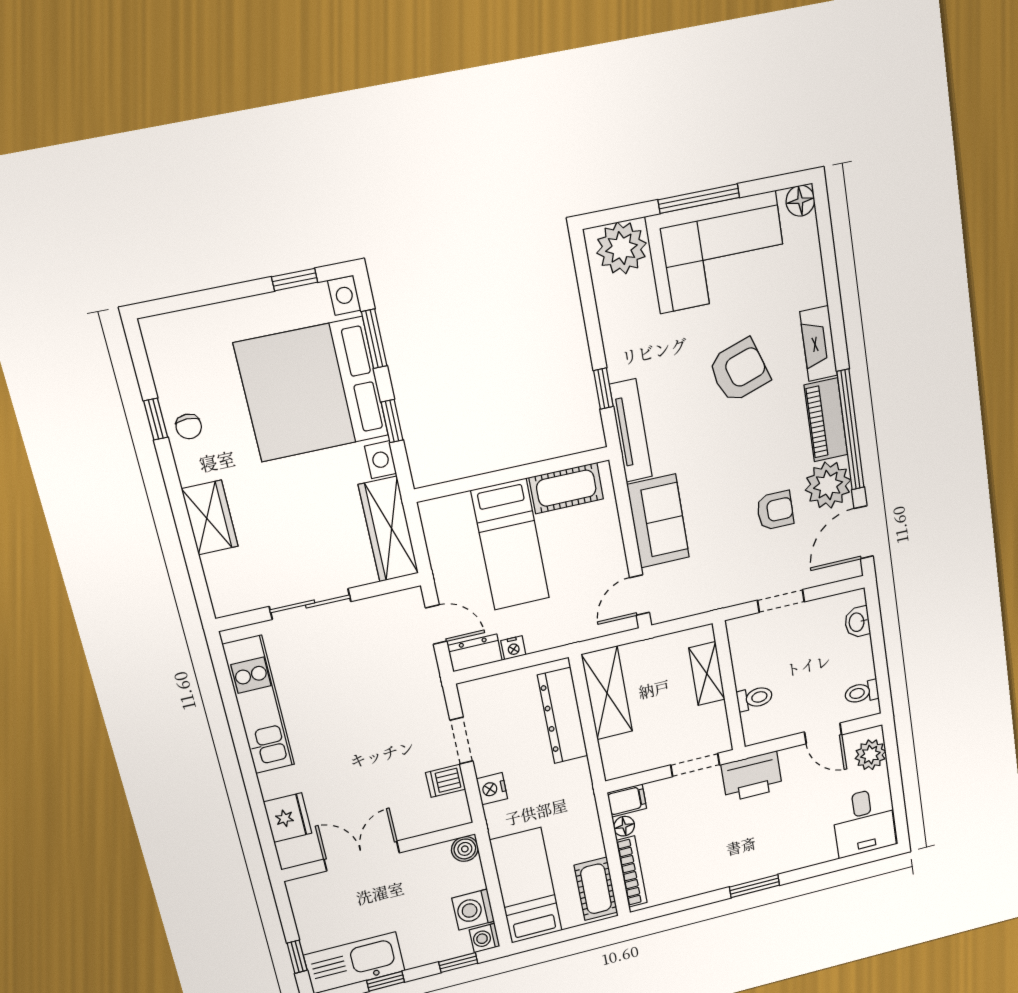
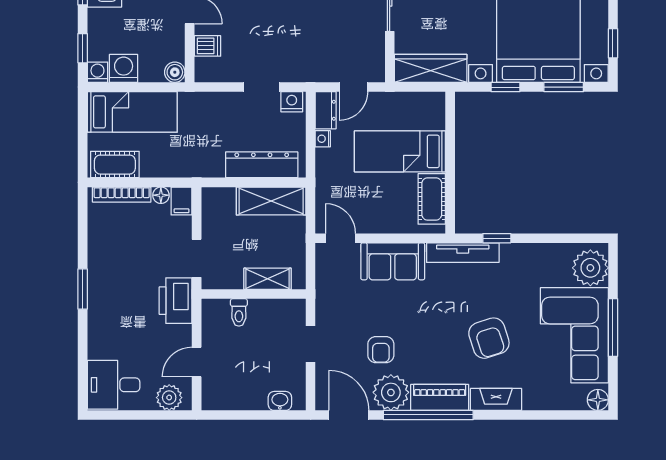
toilet: (862, 692) -> (223, 397), removed
dishwasher: (446, 781) -> (208, 46), moved, turned 90
nightstand: (492, 789) -> (292, 102), moved

